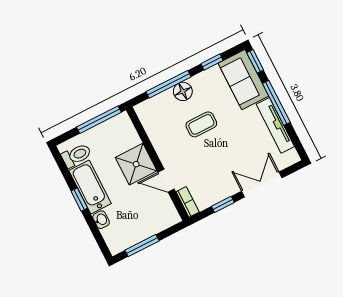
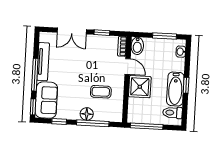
coffee table: (201, 124) -> (101, 92), moved
bidet: (169, 213) -> (137, 46), added
washbasin: (101, 220) -> (181, 52), moved

